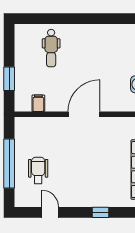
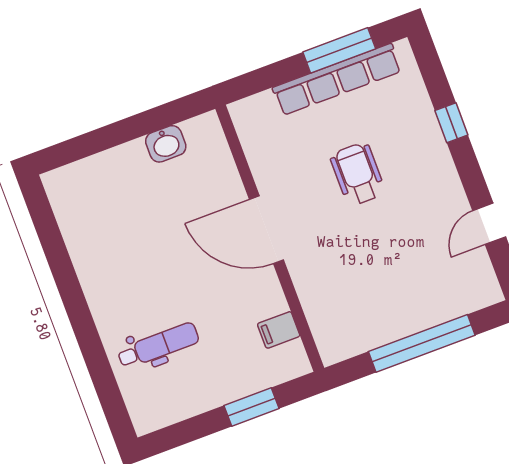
wheelchair: (38, 170) -> (358, 174), moved, turned 90

